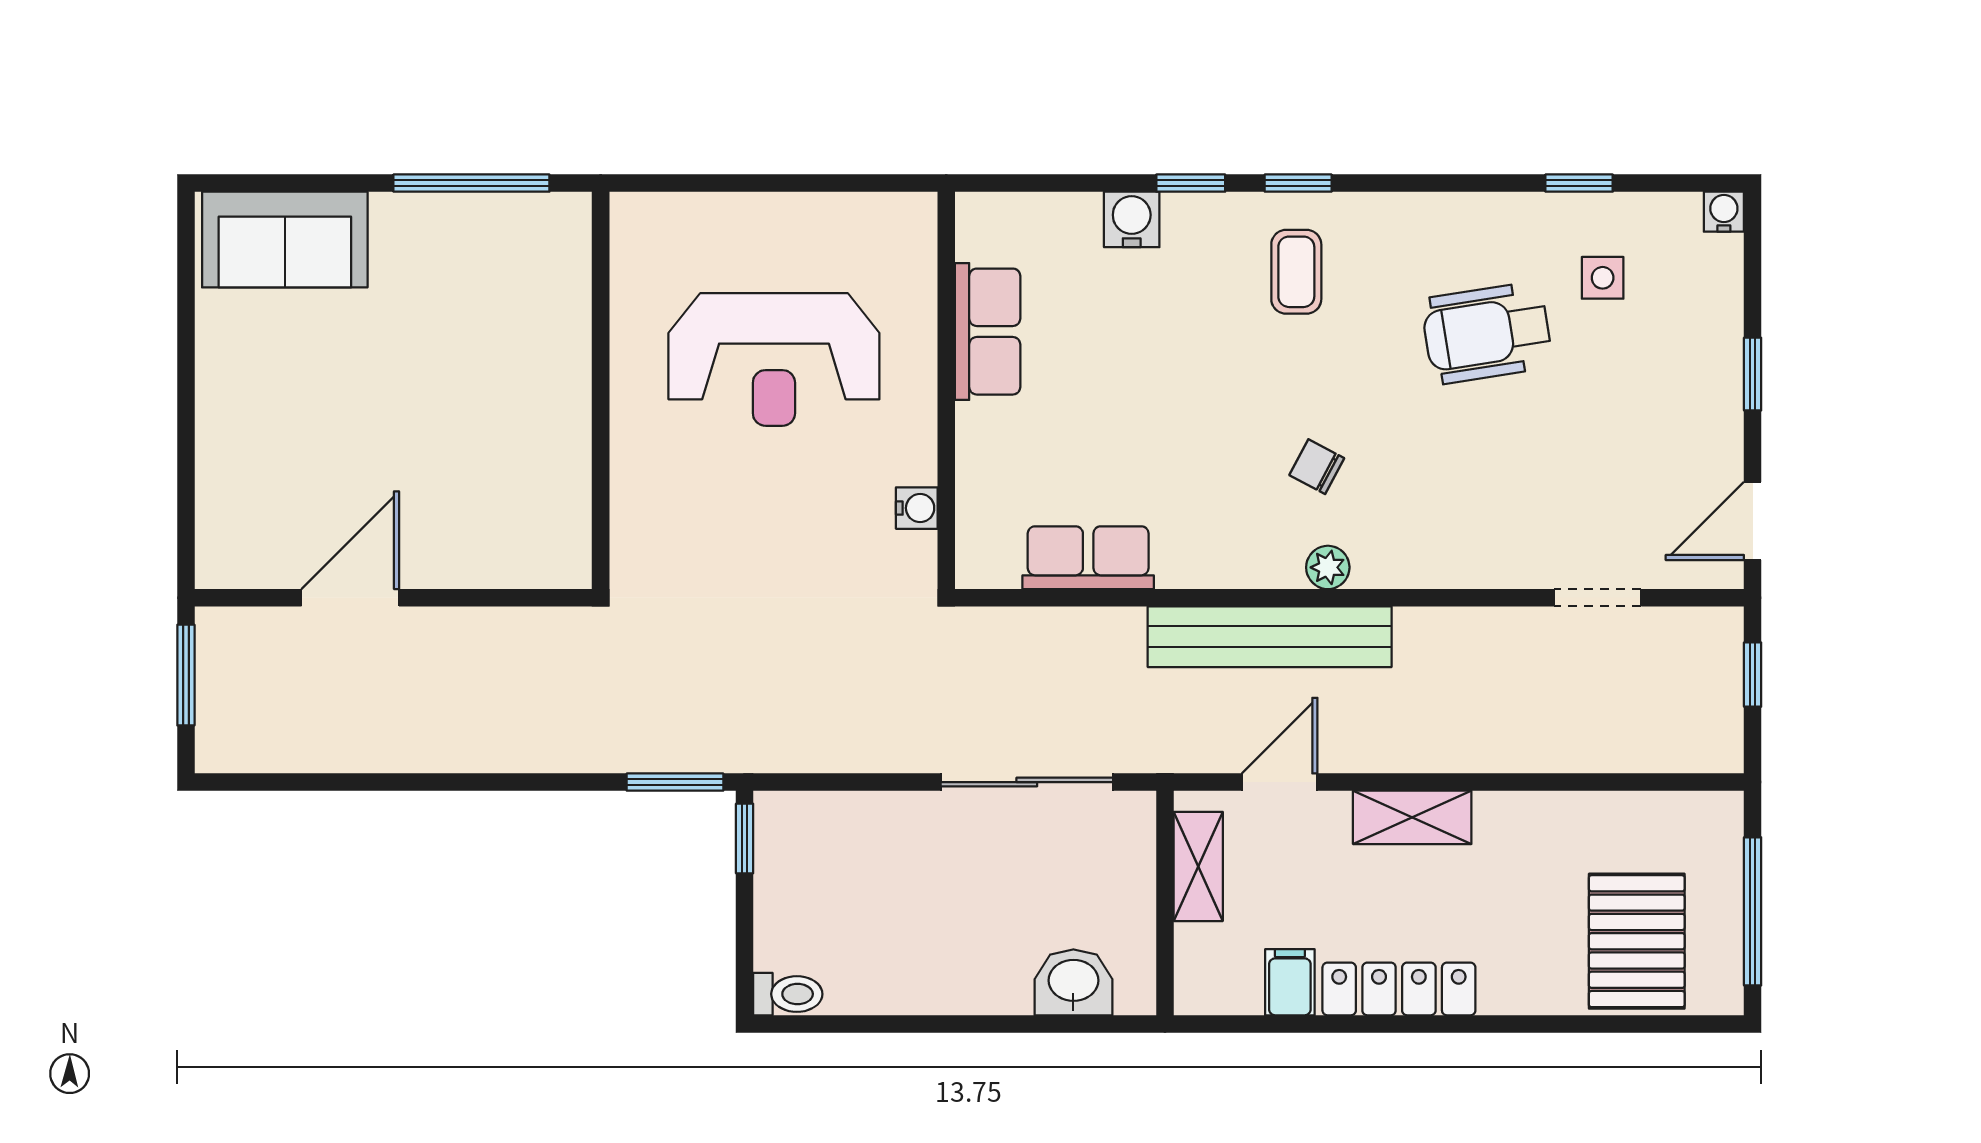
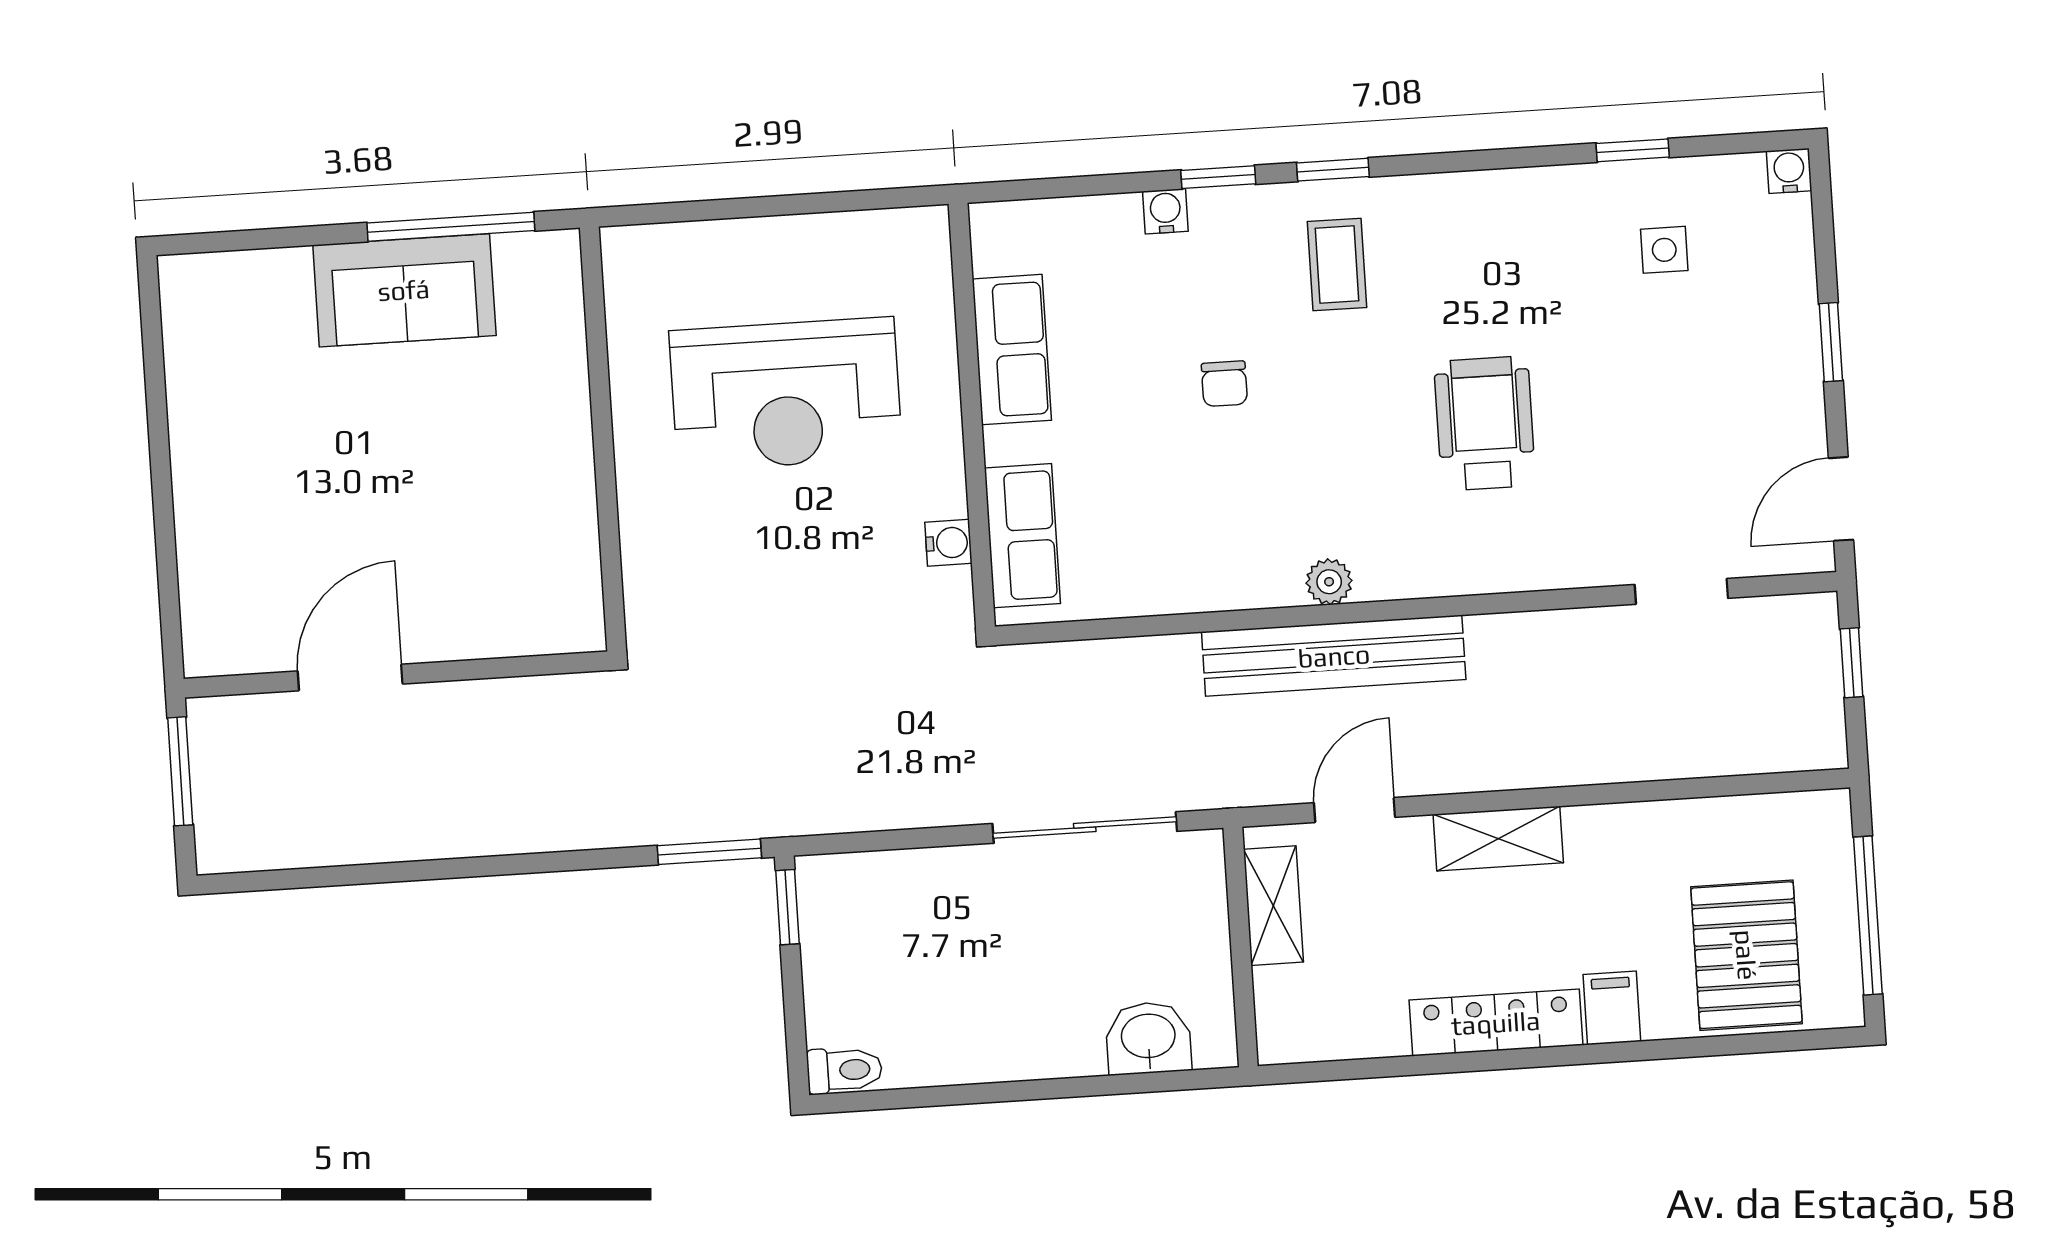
water cooler: (1132, 219) -> (1165, 211), width x0.72, depth x0.72
sofa: (285, 240) -> (404, 290), moved
wheelchair: (1487, 333) -> (1485, 423), moved, turned 99
chair: (1317, 467) -> (1224, 384), moved, turned -118
row of seats: (1088, 558) -> (1022, 536), moved, turned 90
plant: (1328, 567) -> (1329, 582), moved
filing cabinet: (1290, 982) -> (1612, 1008), moved

